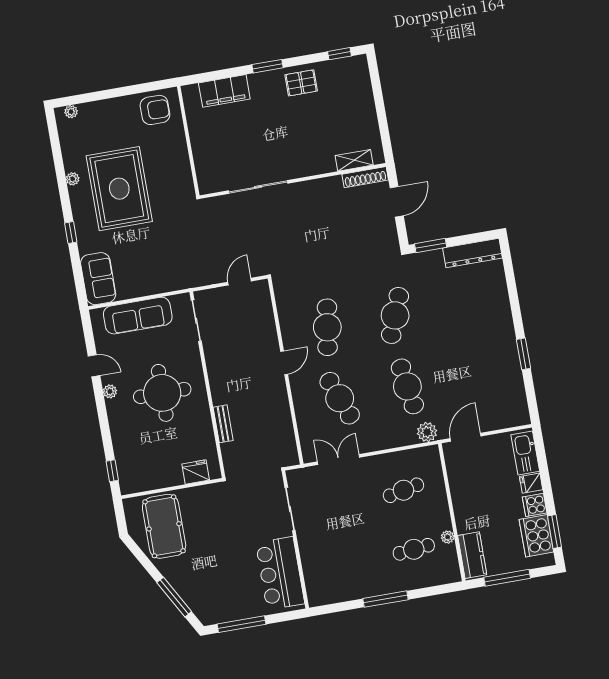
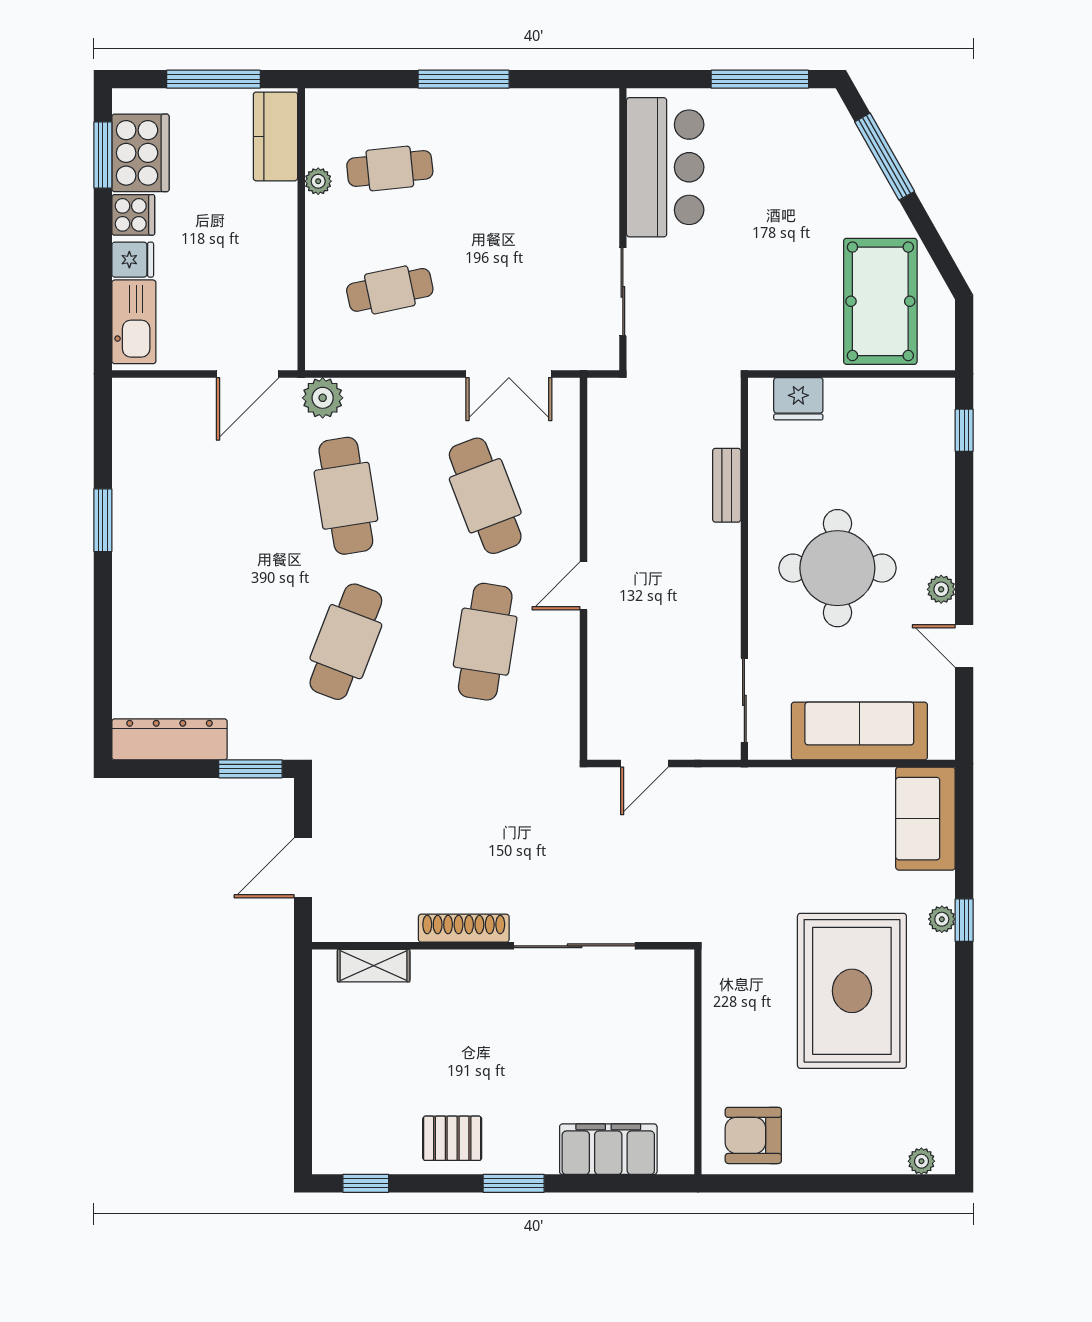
shoe rack: (365, 177) -> (464, 928), moved
plant: (73, 179) -> (942, 919), moved

